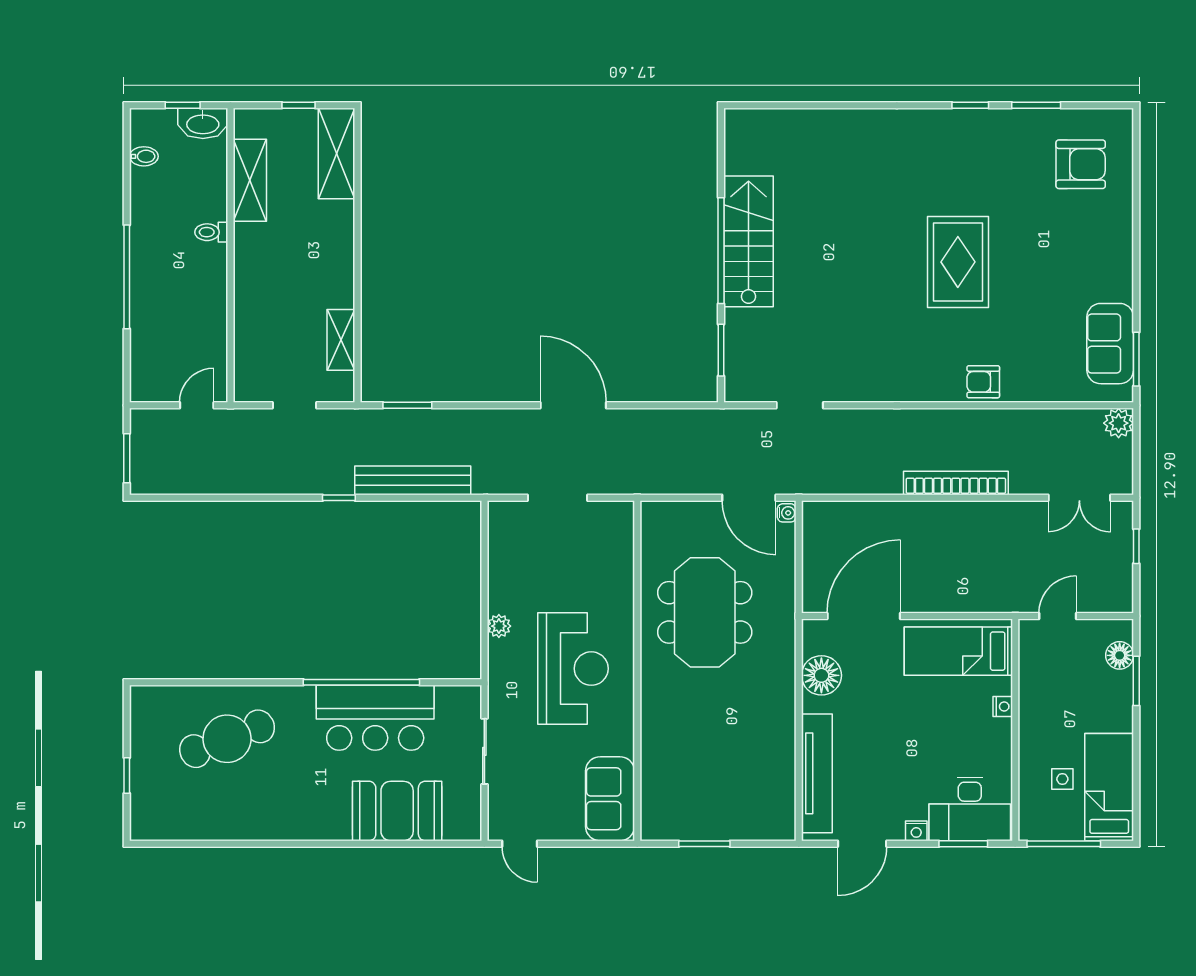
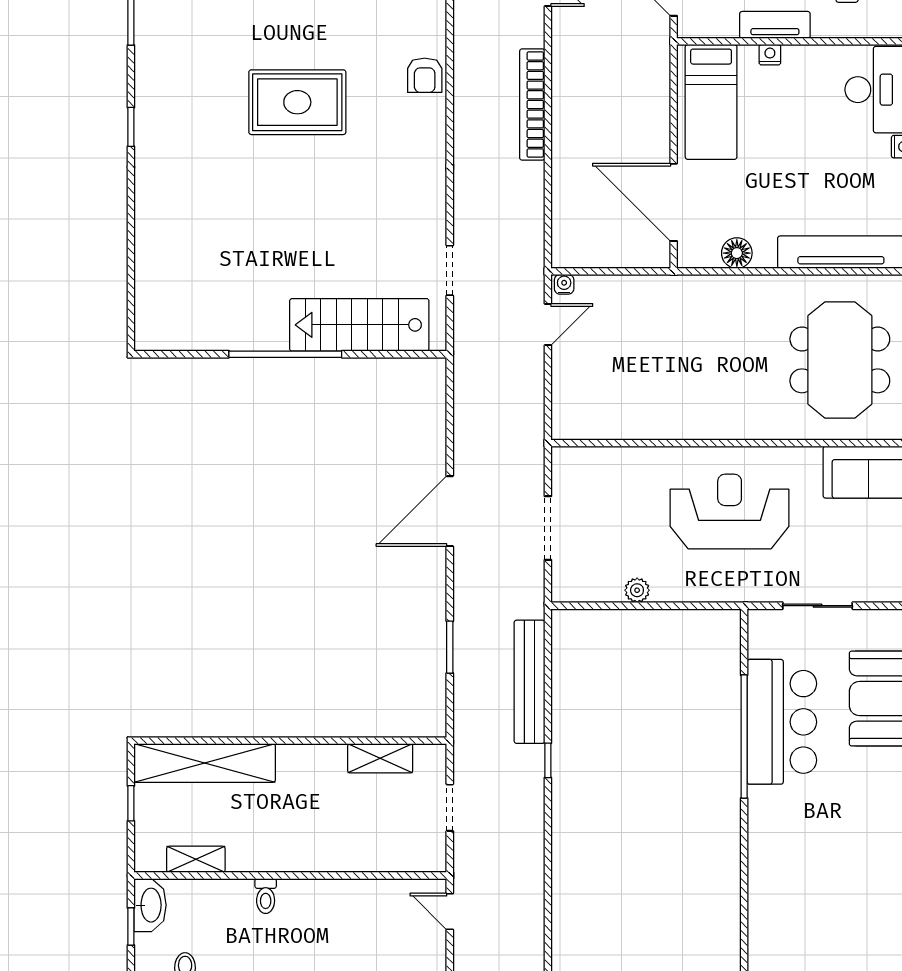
window: (970, 105) -> (131, 127), moved
shelving: (336, 154) -> (205, 763), width x1.47
shelving: (250, 180) -> (196, 859), width x0.67, depth x0.75
stairs: (749, 241) -> (359, 325), moved
window: (721, 350) -> (391, 354), removed
window: (407, 405) -> (450, 647), moved
door: (749, 498) -> (548, 325), width x0.73
meeting table: (705, 612) -> (840, 360), moved, turned 90
plant: (499, 626) -> (637, 590), moved
floor lamp: (821, 675) -> (737, 253), width x0.73, depth x0.73
tv unit: (1031, 711) -> (775, 25), added
cafe table: (227, 739) -> (804, 879), removed

